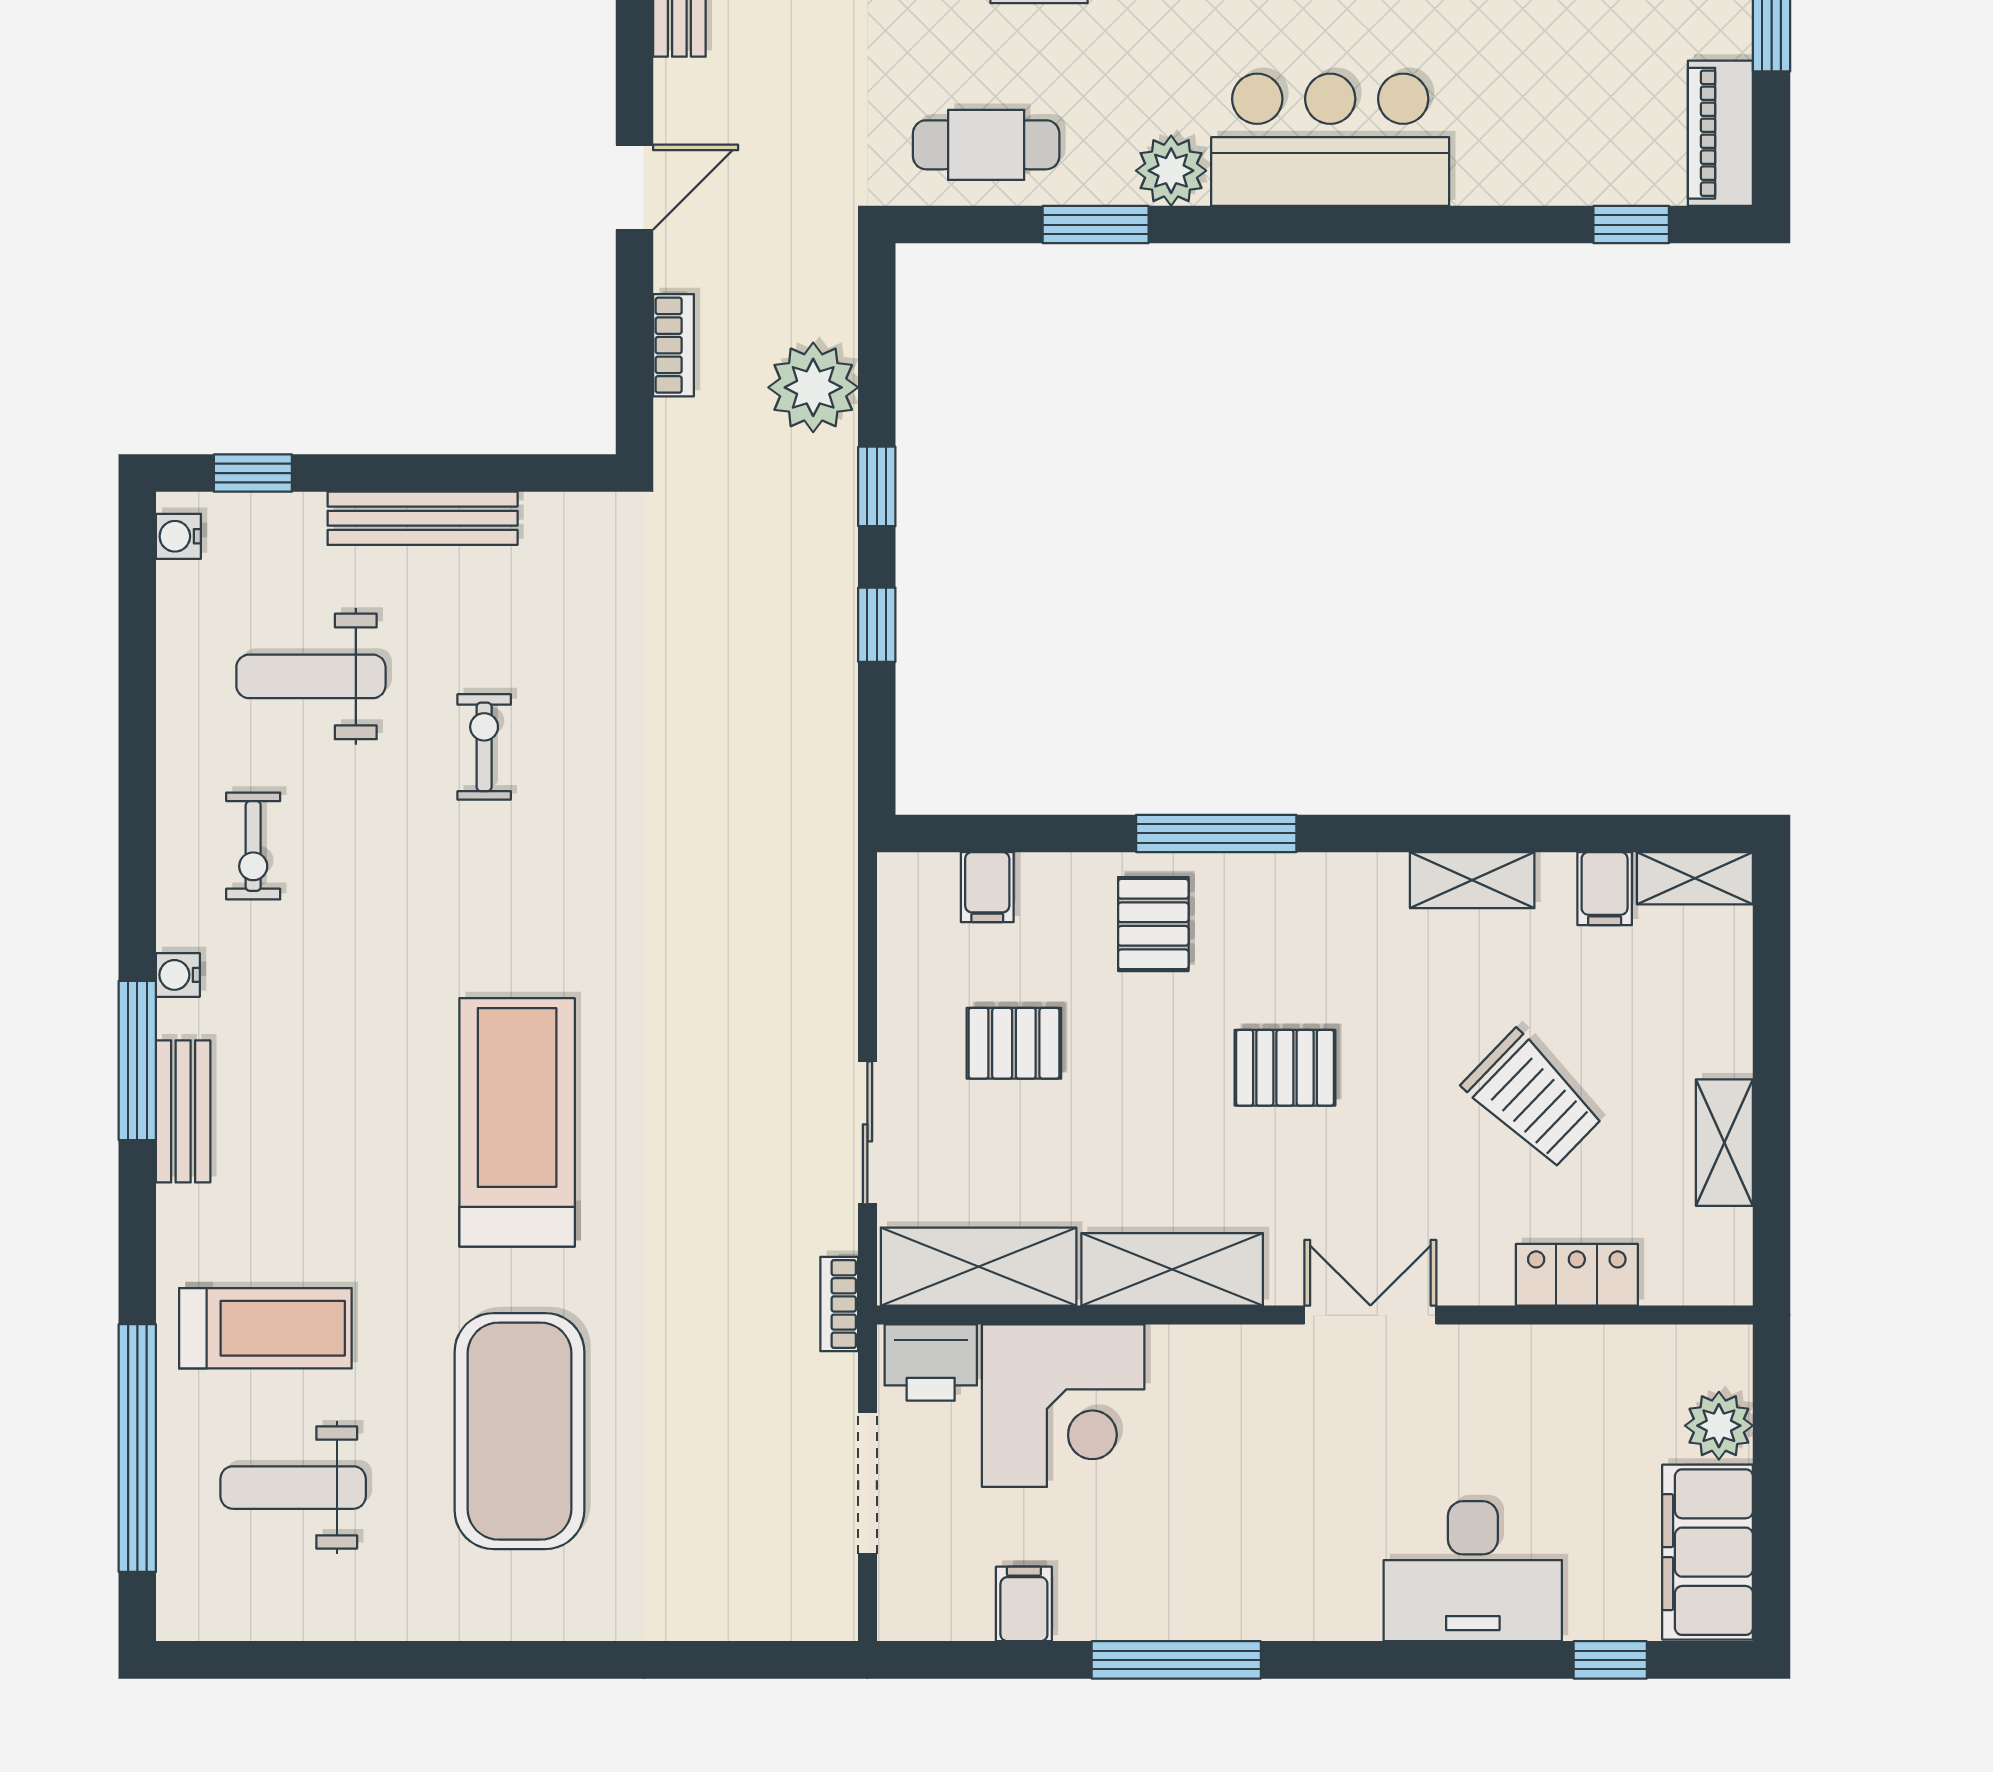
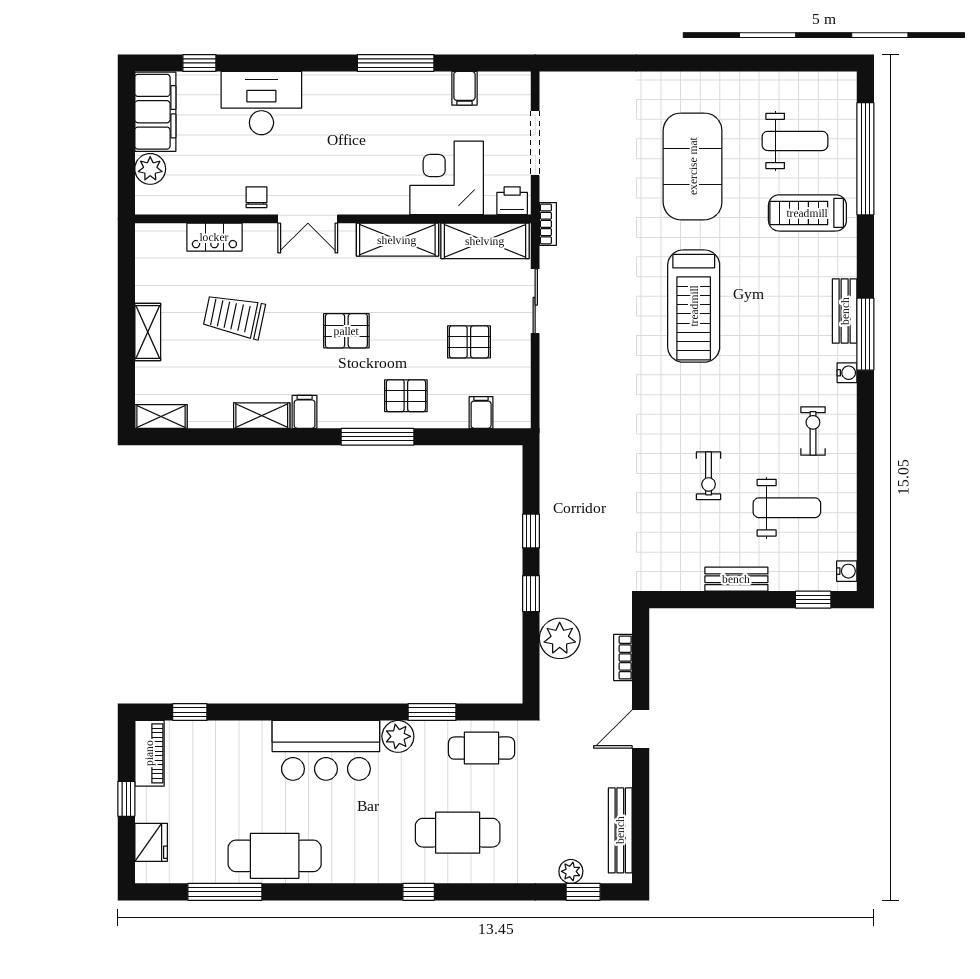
bench: (423, 518) -> (736, 579), width x0.73
filing cabinet: (1605, 889) -> (305, 412), moved
pallet: (1153, 924) -> (406, 396), turned 90
trolley: (1533, 1100) -> (234, 316), turned -32
shelving: (1724, 1143) -> (148, 332), moved
printer: (931, 1363) -> (512, 201), width x0.73, depth x0.81
chair: (1484, 1363) -> (256, 197), added

